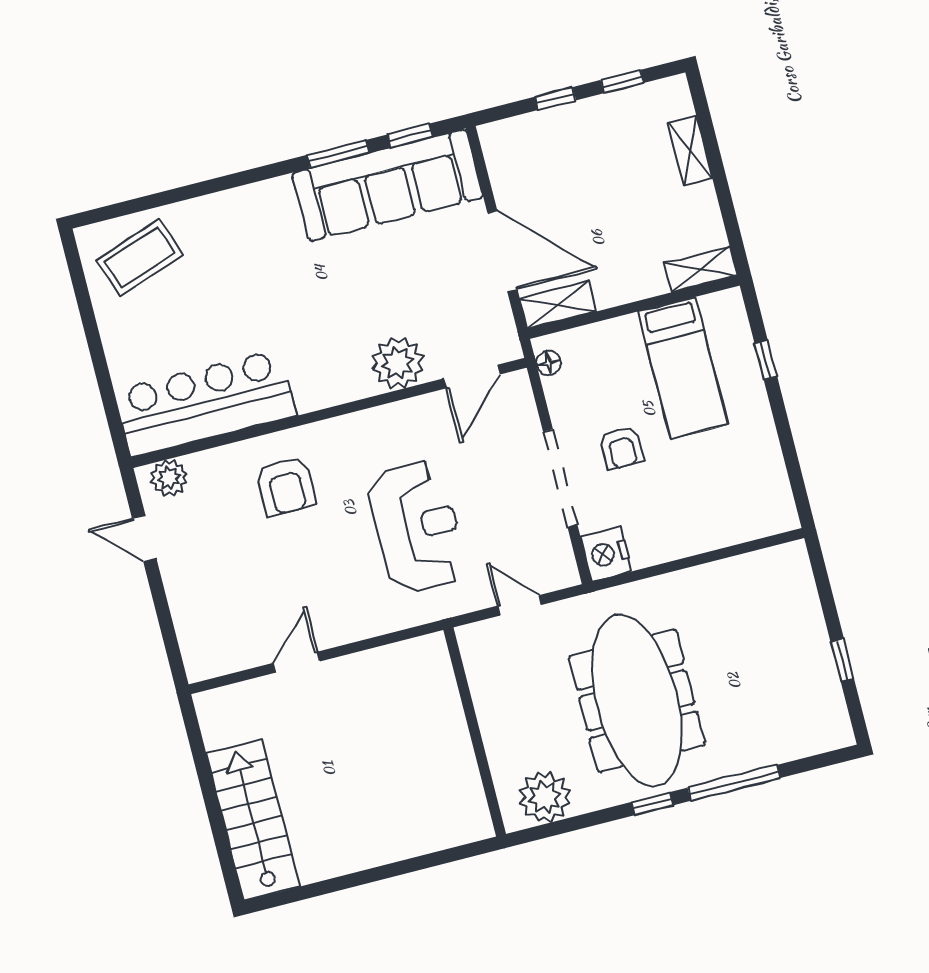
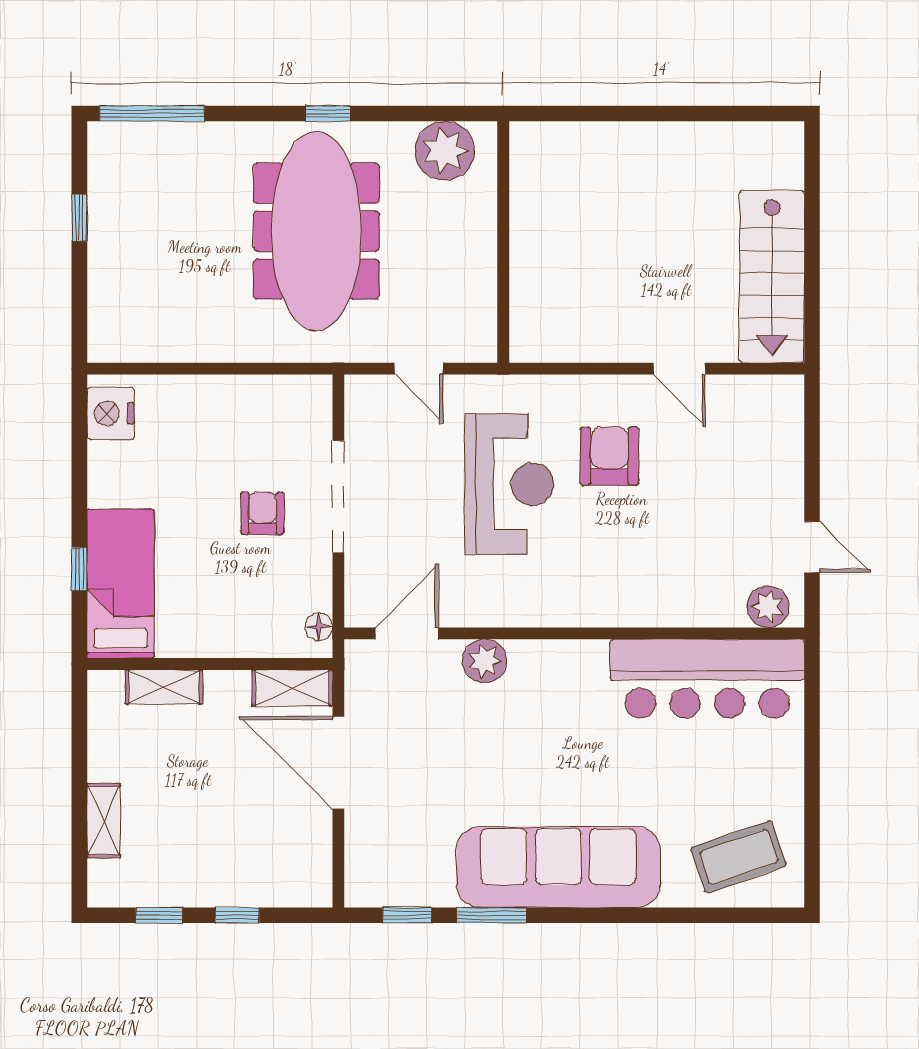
sofa: (387, 185) -> (558, 867), moved
shelving: (701, 269) -> (164, 687), moved
plant: (398, 363) -> (485, 661), width x0.73, depth x0.73
bed: (683, 368) -> (121, 584), moved
armchair: (286, 486) -> (609, 456), moved
reception desk: (417, 526) -> (509, 484), turned 180
nightstand: (606, 554) -> (111, 413), moved, turned 180
door: (297, 662) -> (679, 369), hinge flipped
window: (734, 783) -> (152, 114), moved
stairs: (253, 820) -> (772, 277), moved

